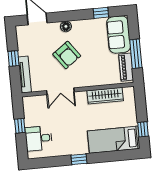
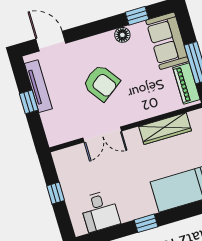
floor lamp: (66, 26) -> (122, 35), moved
tv unit: (25, 74) -> (38, 86), moved
desk: (39, 138) -> (100, 211), moved, turned -90

